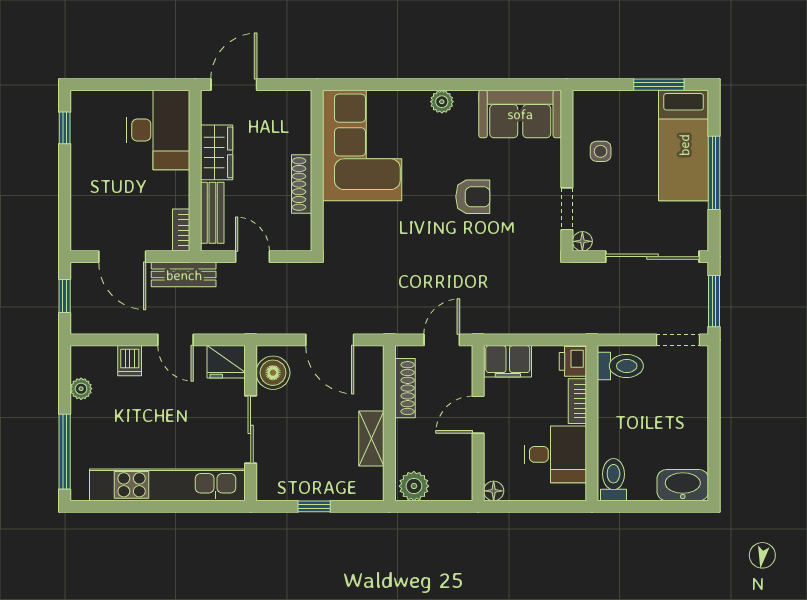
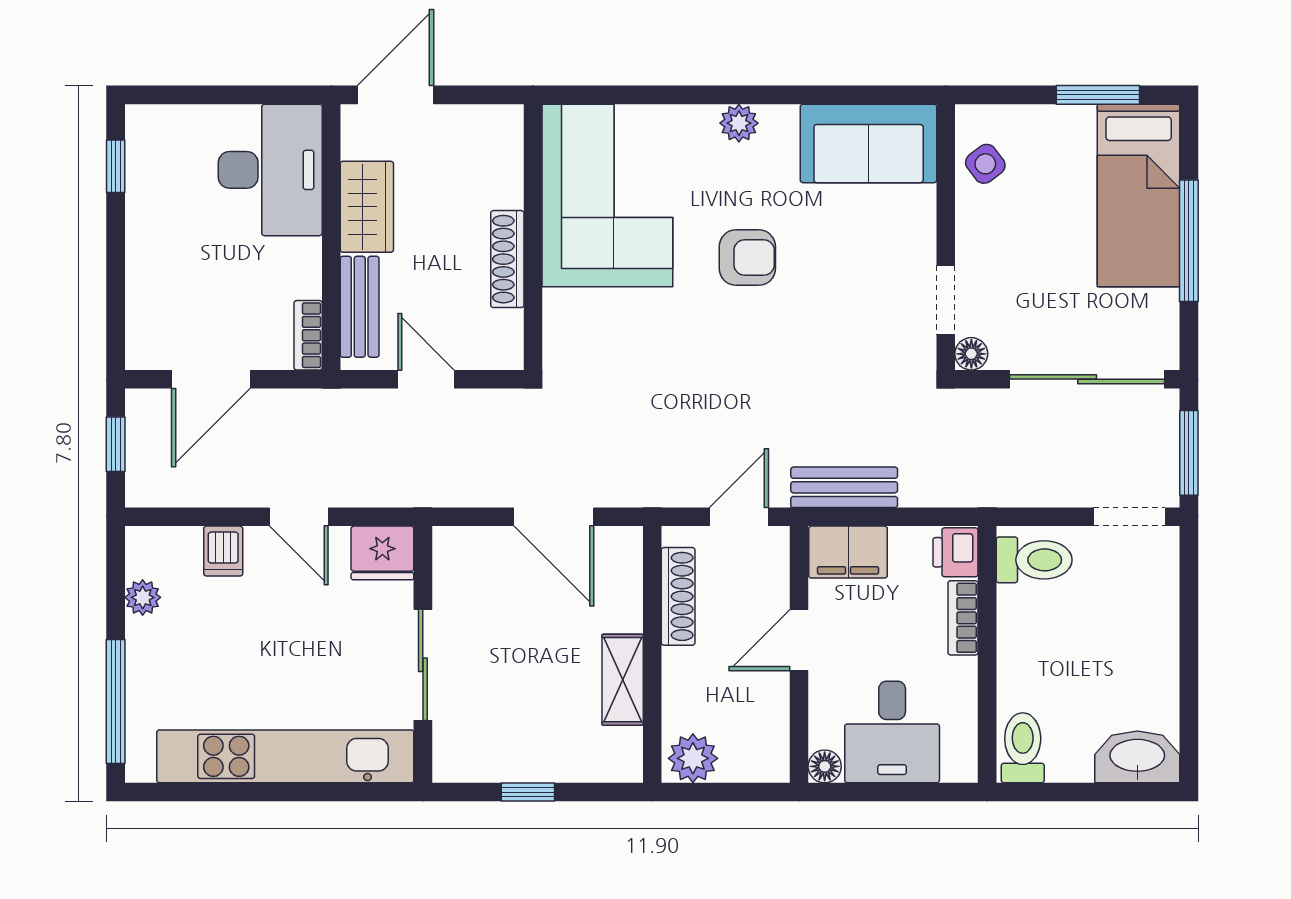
side table: (601, 151) -> (985, 164), moved, turned -37
armchair: (473, 197) -> (747, 258), moved
door: (122, 257) -> (211, 379), hinge flipped
bench: (184, 275) -> (844, 487), moved
boiler: (273, 373) -> (460, 571), removed
desk: (556, 454) -> (892, 732), moved, turned 90

